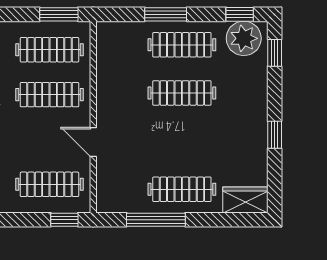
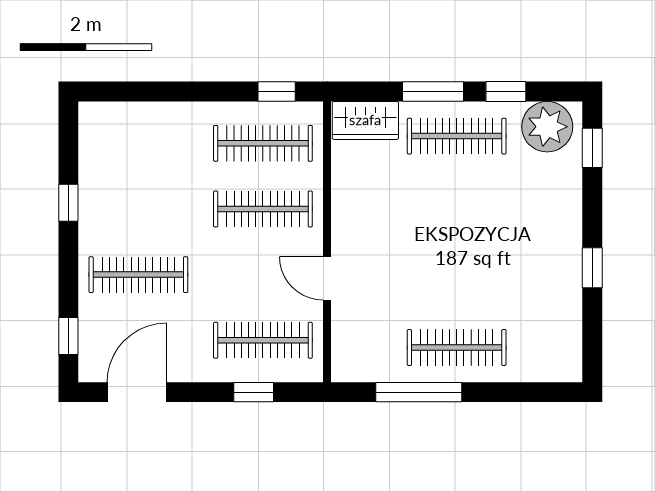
window: (59, 14) -> (277, 91), width x0.67
window: (240, 14) -> (506, 91), moved
clothes rail: (182, 93) -> (457, 207), removed
wardrobe: (245, 200) -> (365, 120), moved, turned 180
window: (64, 220) -> (254, 392), moved

